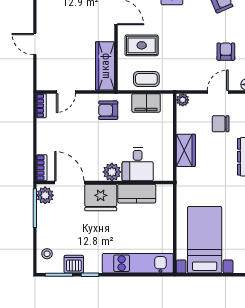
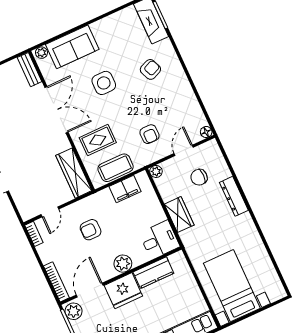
armchair: (226, 52) -> (149, 134), moved, turned 180
coffee table: (146, 79) -> (116, 168), width x1.36, depth x1.30
armchair: (108, 110) -> (91, 230), moved
desk: (138, 164) -> (159, 240), moved, turned -90
bookcase: (42, 168) -> (56, 282), width x1.56
door: (69, 183) -> (90, 290), hinge flipped

